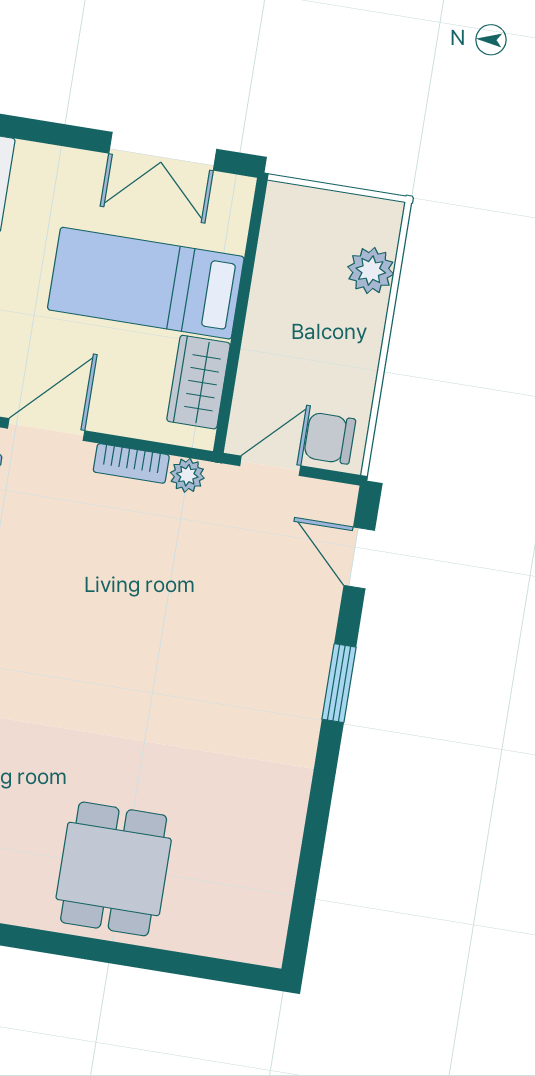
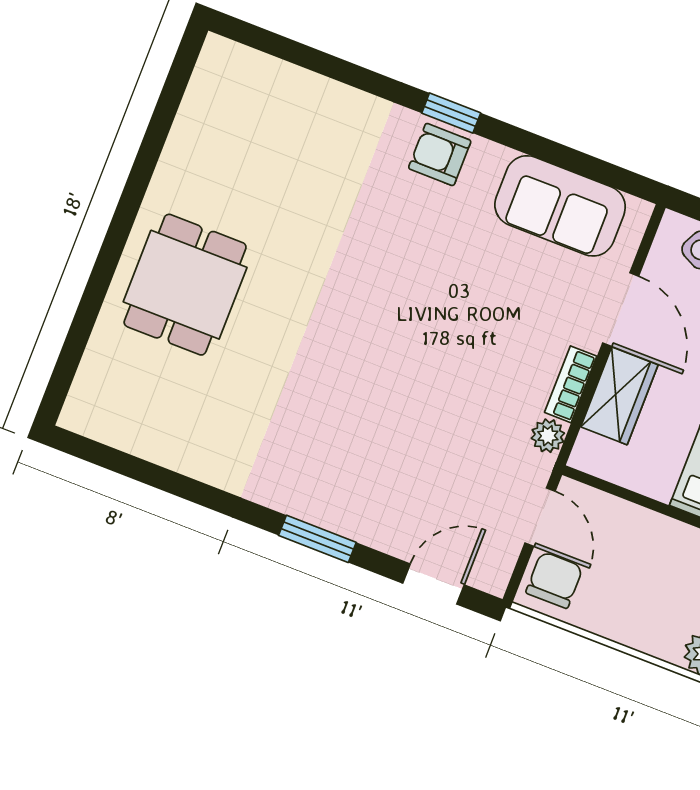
wardrobe: (198, 382) -> (619, 396), moved, turned 90
dining table: (114, 869) -> (185, 285), turned 90

